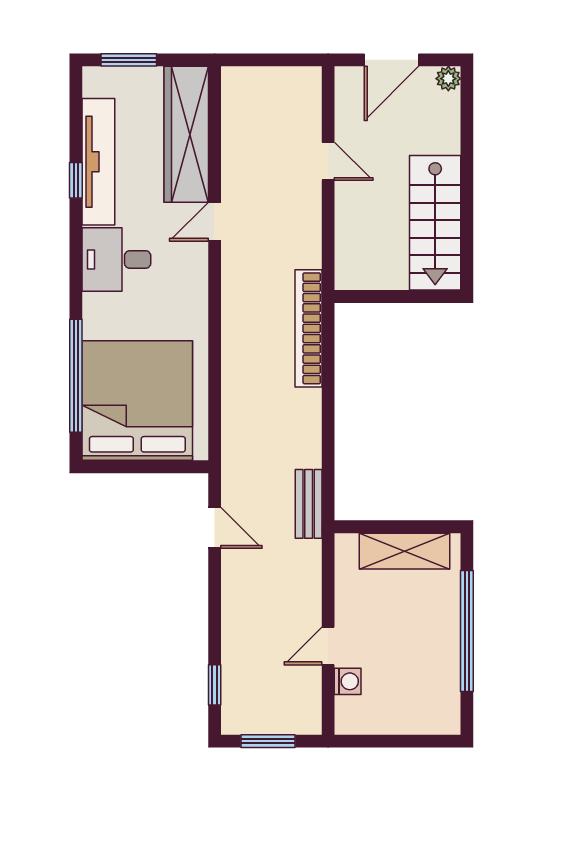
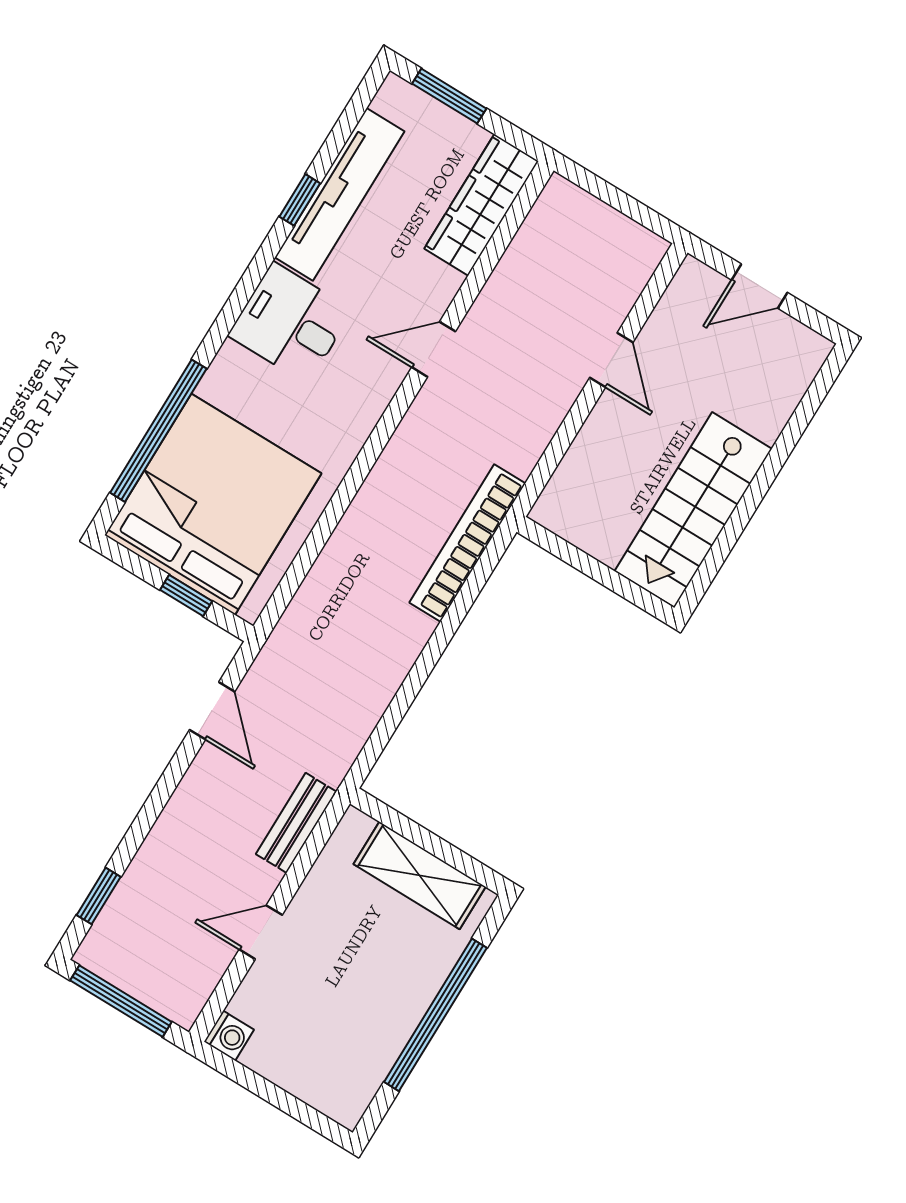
door: (392, 60) -> (760, 286), width x0.73
plant: (448, 79) -> (813, 349), removed
wardrobe: (186, 134) -> (481, 205), width x0.71, depth x0.85
window: (155, 467) -> (186, 595), added
bench: (309, 504) -> (296, 823), moved
washing machine: (348, 681) -> (229, 1036), moved
window: (268, 741) -> (121, 1001), width x1.44

